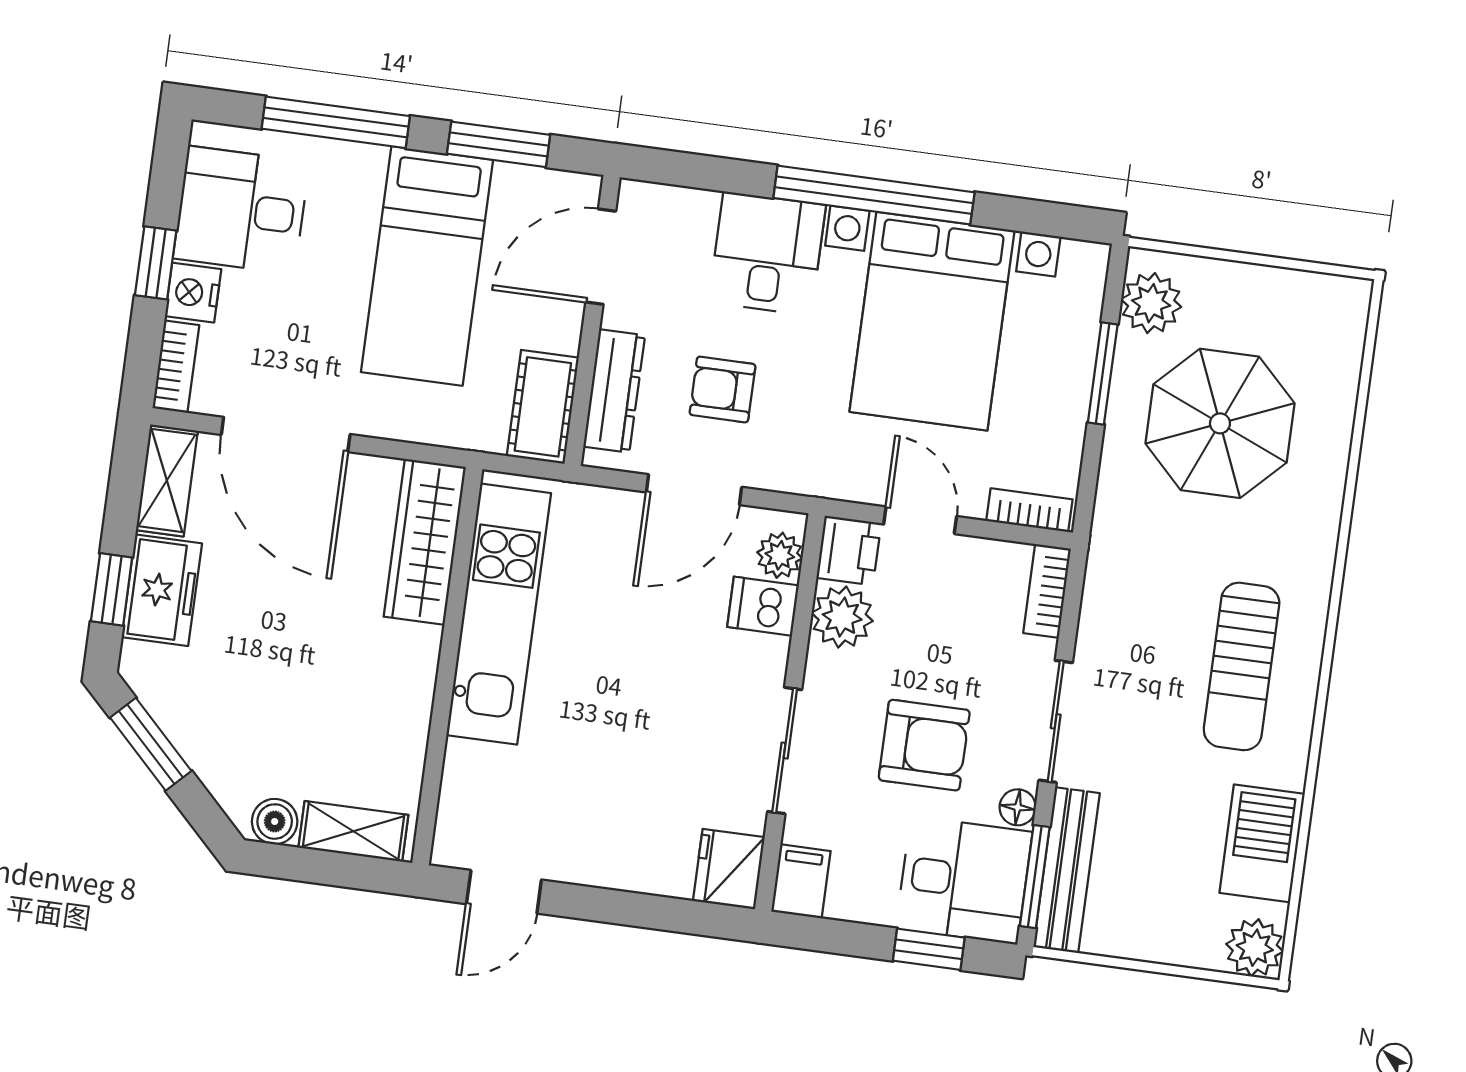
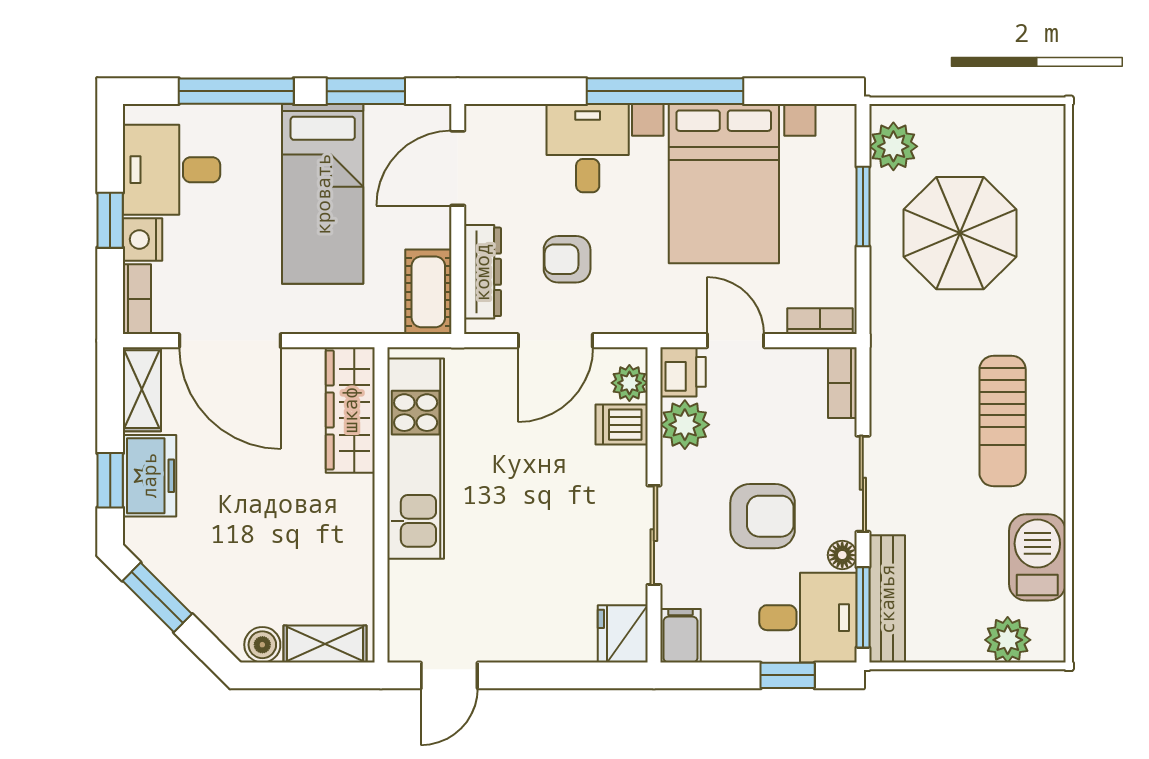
plant: (1255, 948) -> (1008, 640), moved

